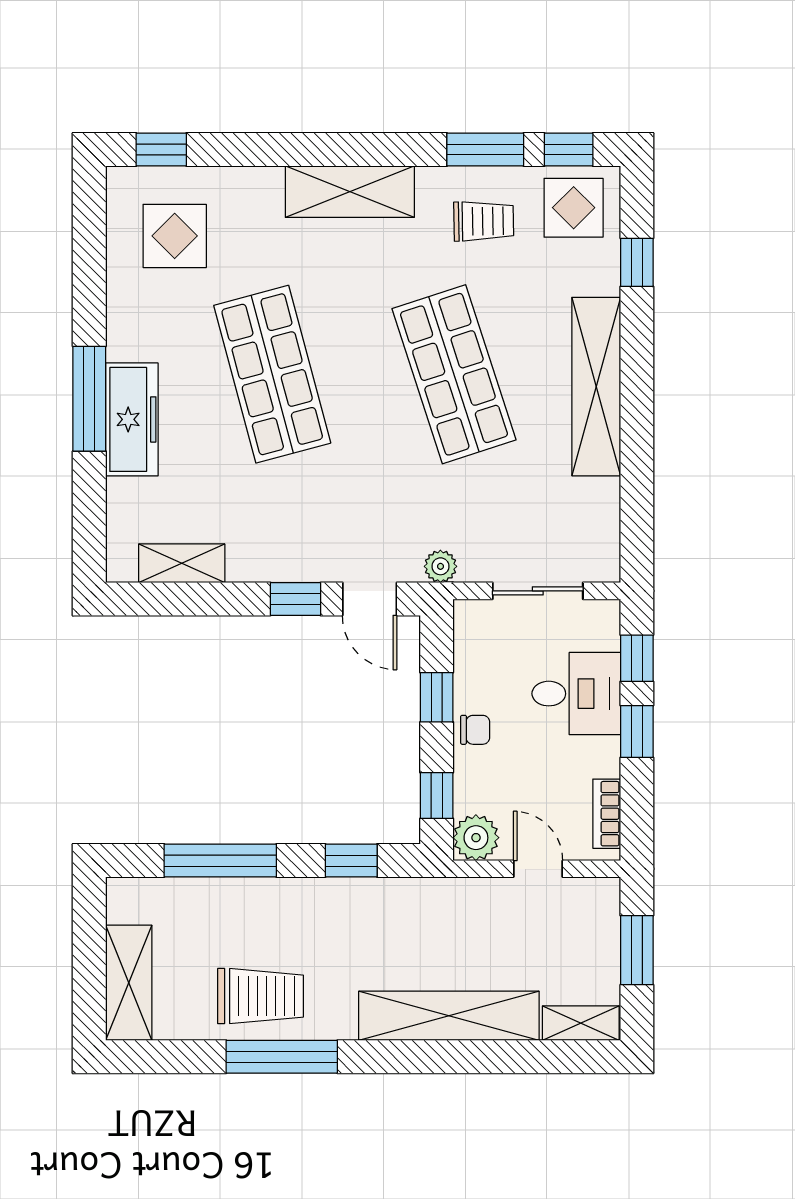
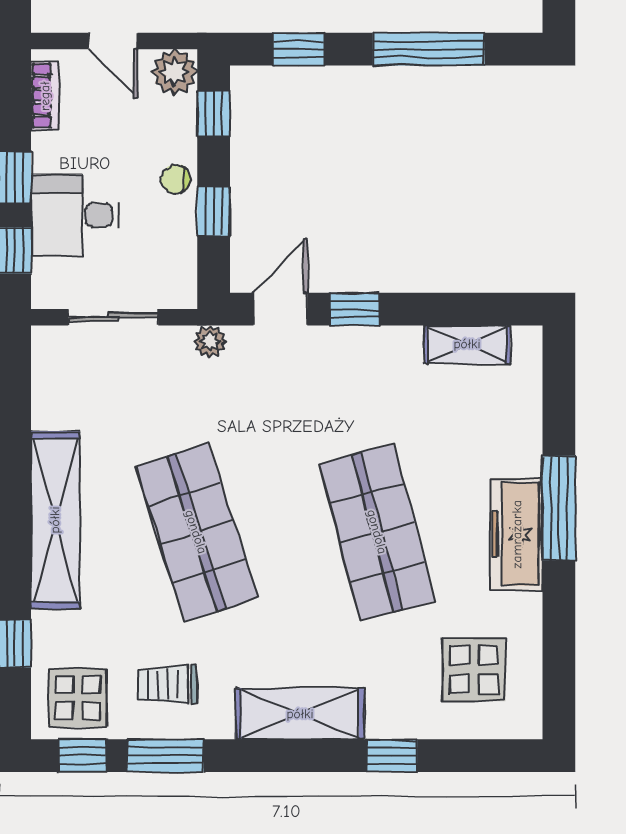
window: (161, 149) -> (392, 756), moved
freezer: (132, 419) -> (517, 534), moved
door: (370, 599) -> (280, 309), hinge flipped

